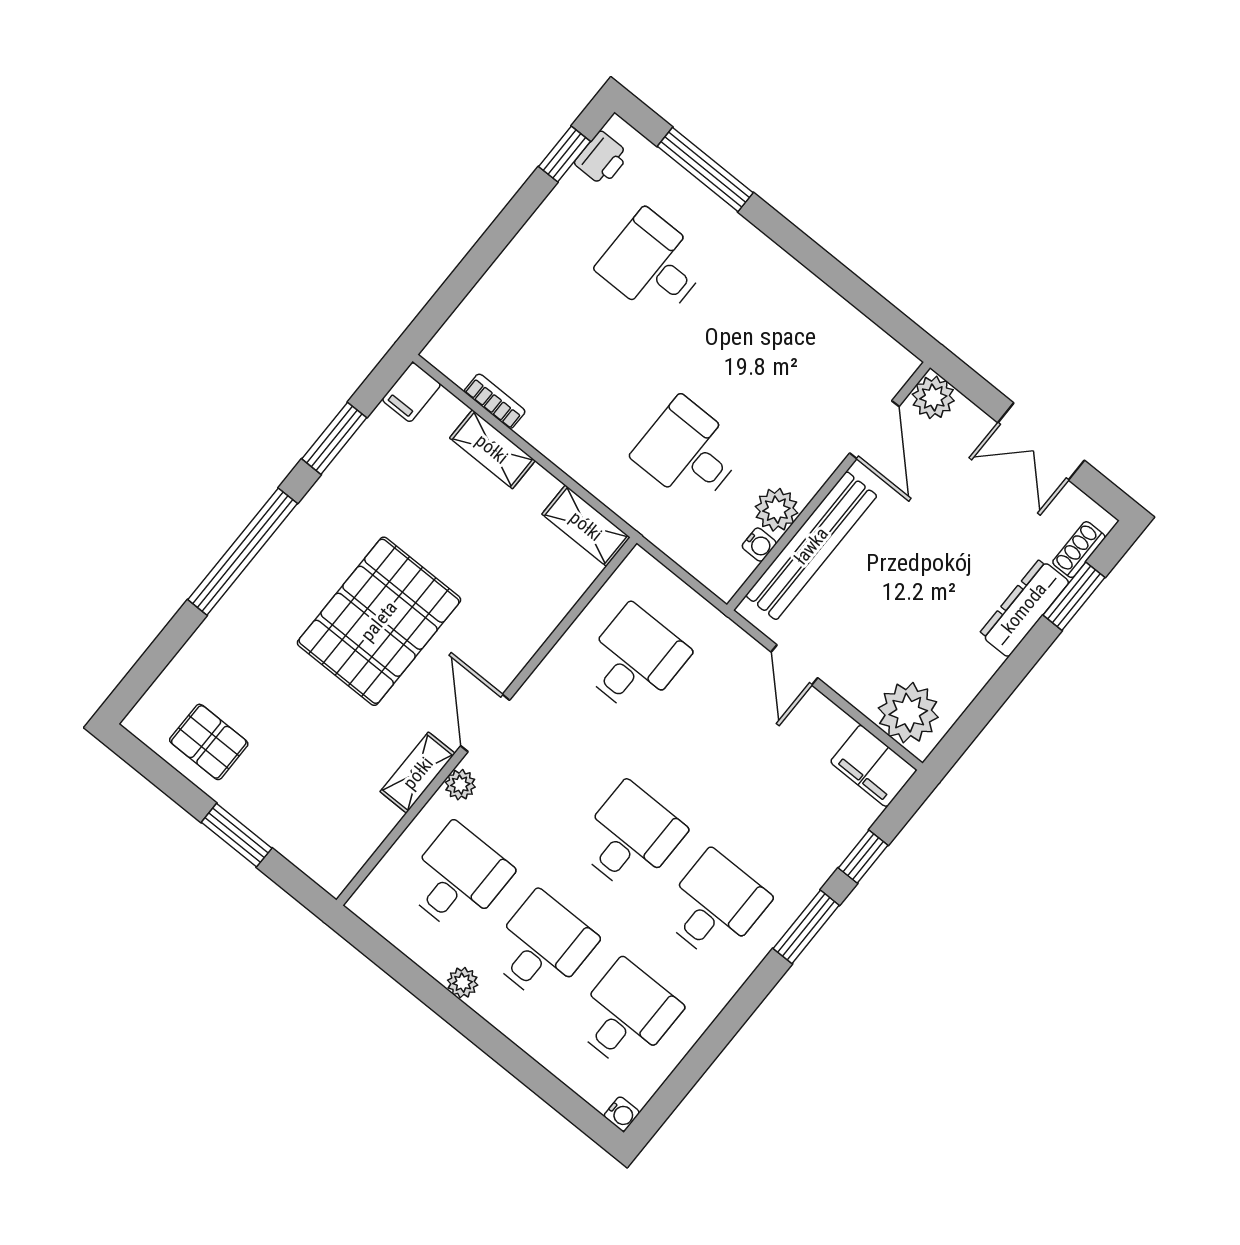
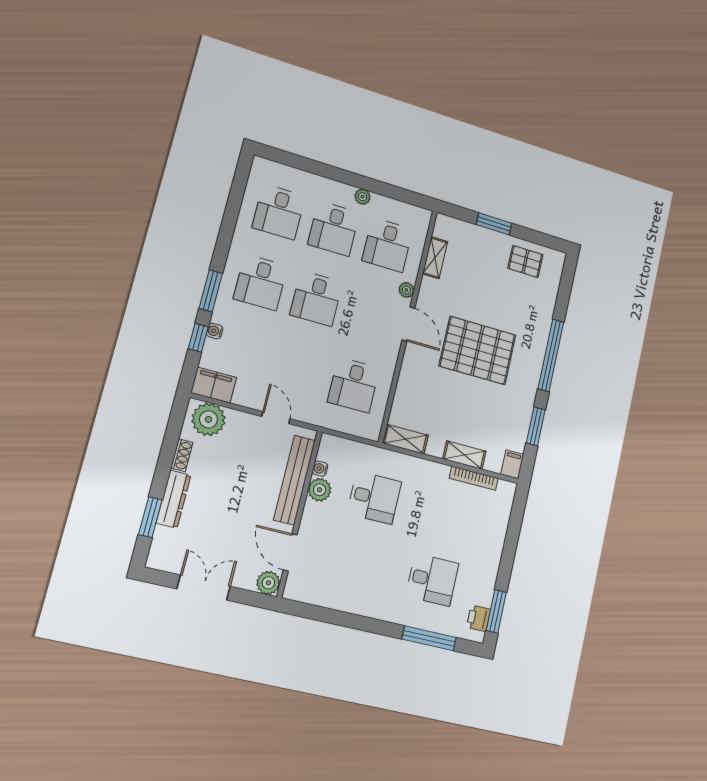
window: (564, 154) -> (496, 611), width x1.50
bookcase: (495, 401) -> (474, 478), width x1.56
shoe rack: (1079, 550) -> (182, 455), moved
pallet: (379, 621) -> (478, 350), turned 90
shelving: (418, 773) -> (435, 258), moved
water cooler: (622, 1114) -> (215, 331), moved

